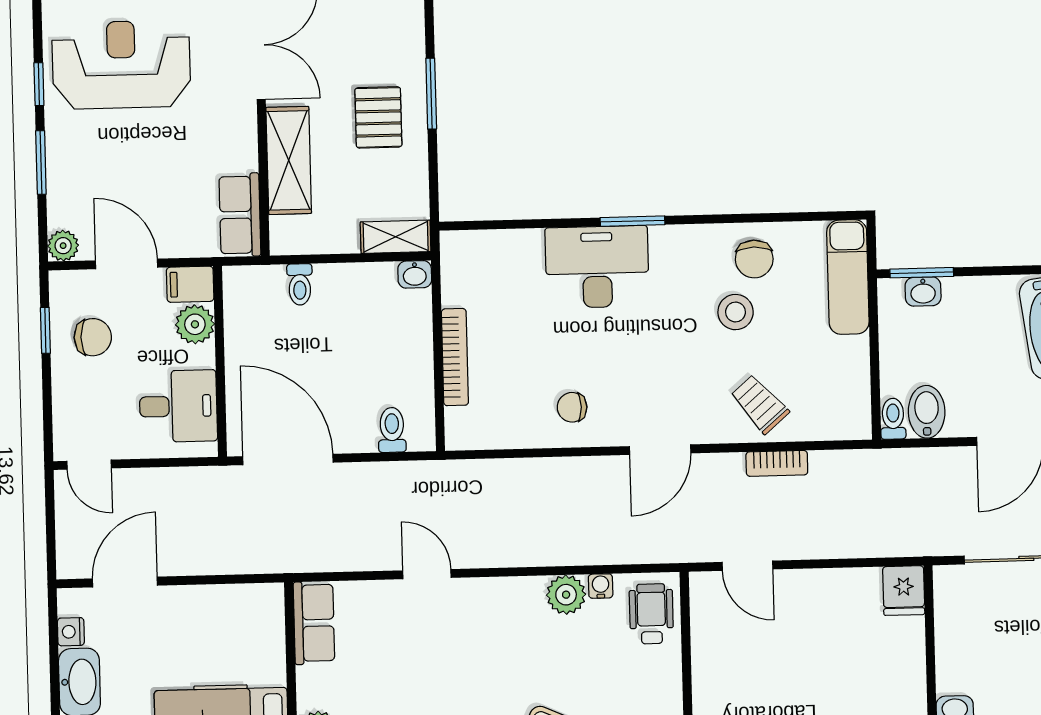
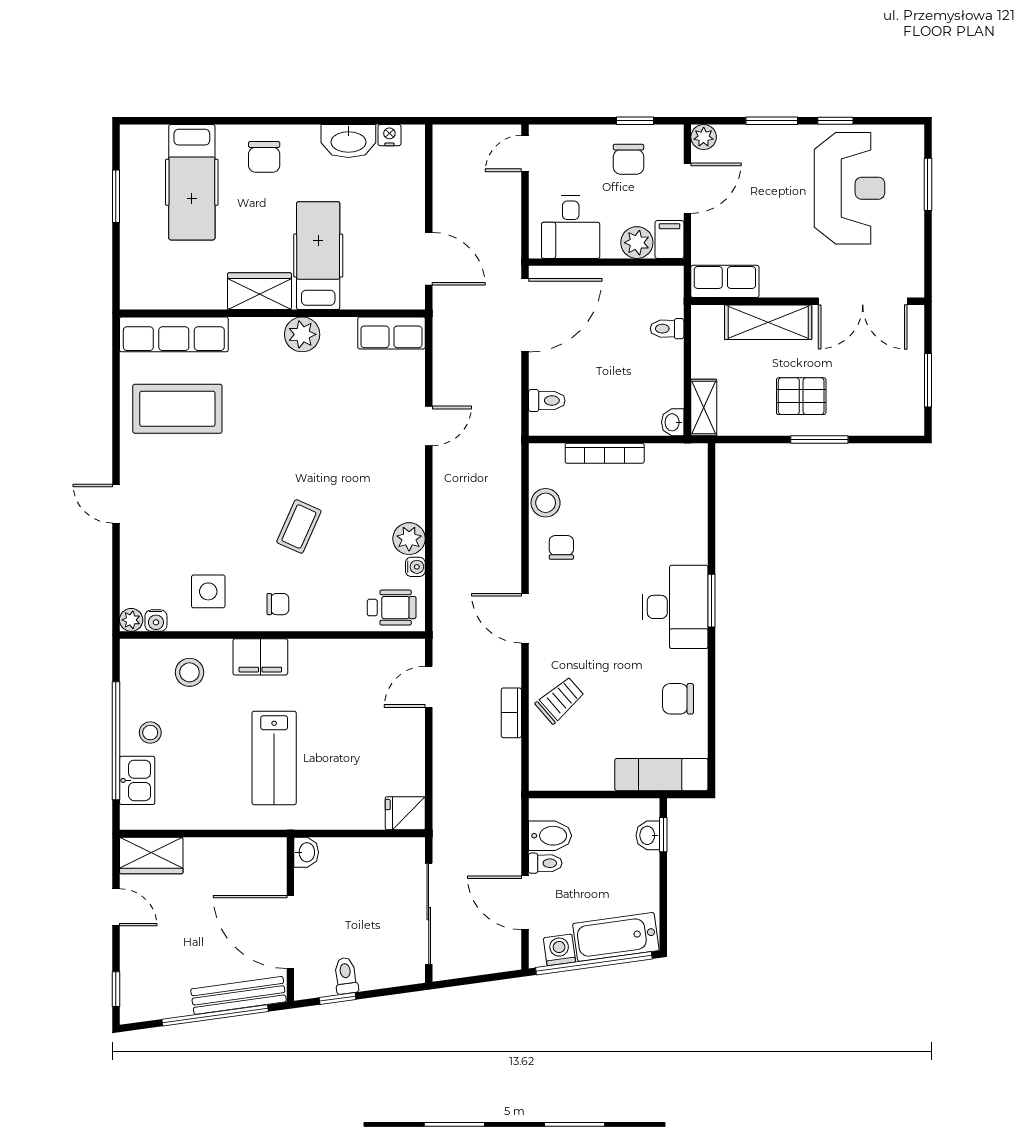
desk: (597, 267) -> (675, 607), moved
window: (922, 273) -> (663, 835), width x0.67
stool: (736, 312) -> (546, 503), moved
toilet: (893, 419) -> (545, 863), moved
door: (125, 582) -> (429, 259), moved

